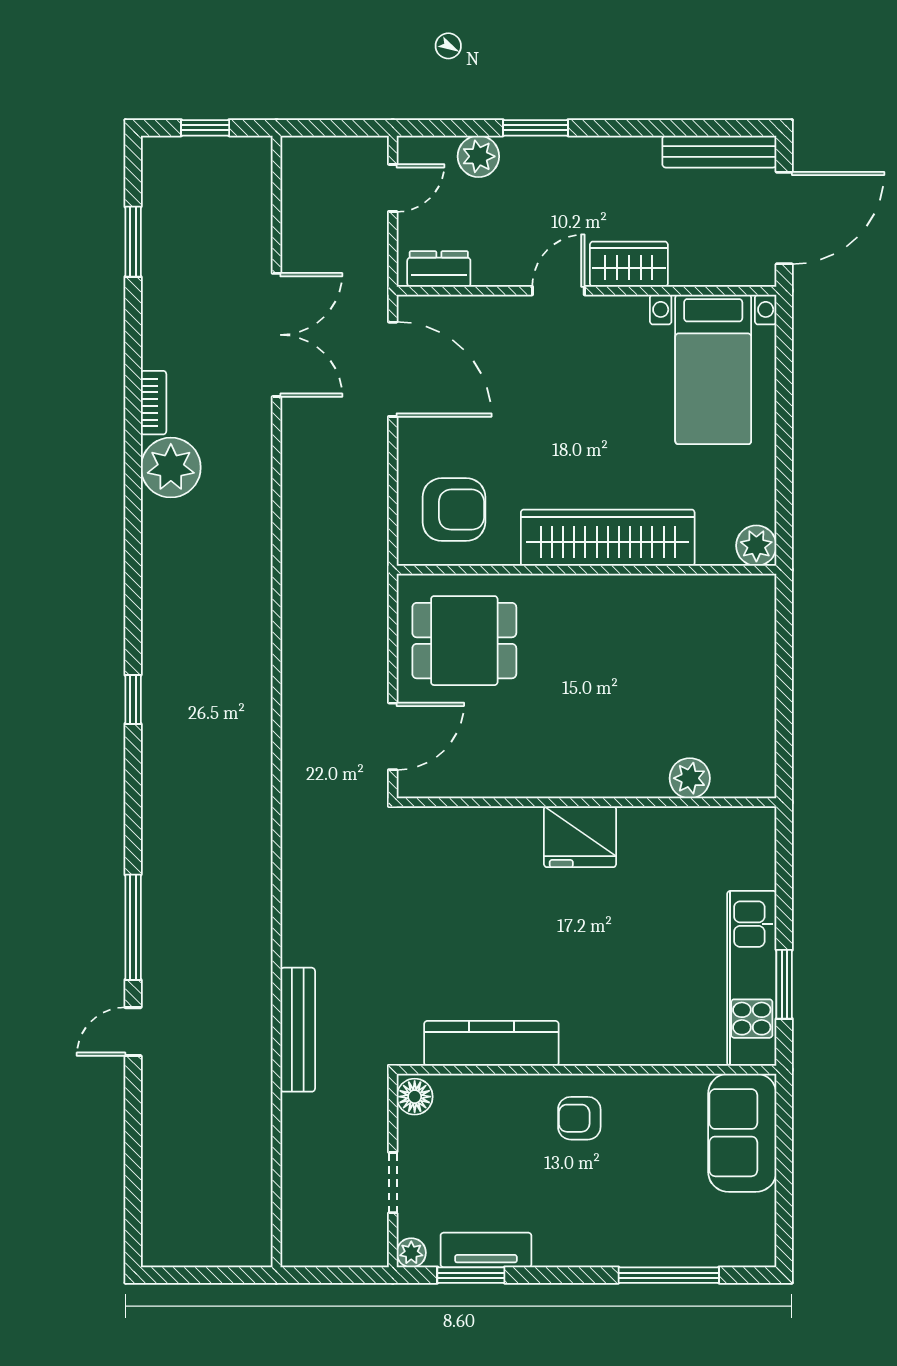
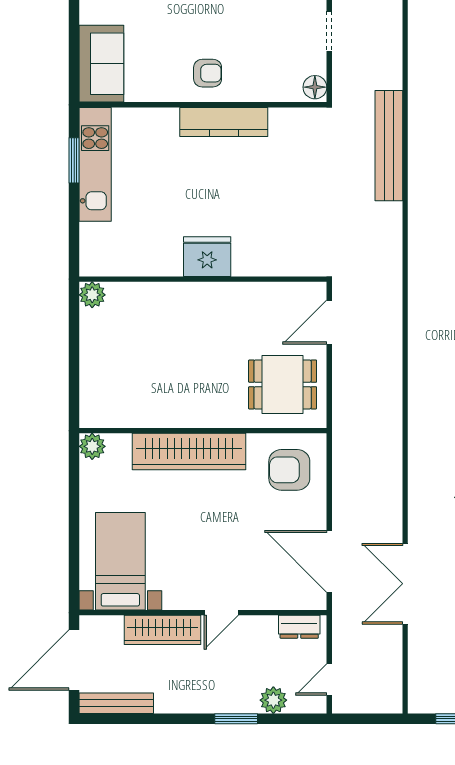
wardrobe: (629, 264) -> (163, 630), width x1.50
plant: (690, 778) -> (92, 295), moved
bench: (298, 1030) -> (389, 146), width x1.37, depth x1.21
kitchen counter: (491, 1043) -> (224, 122), moved

